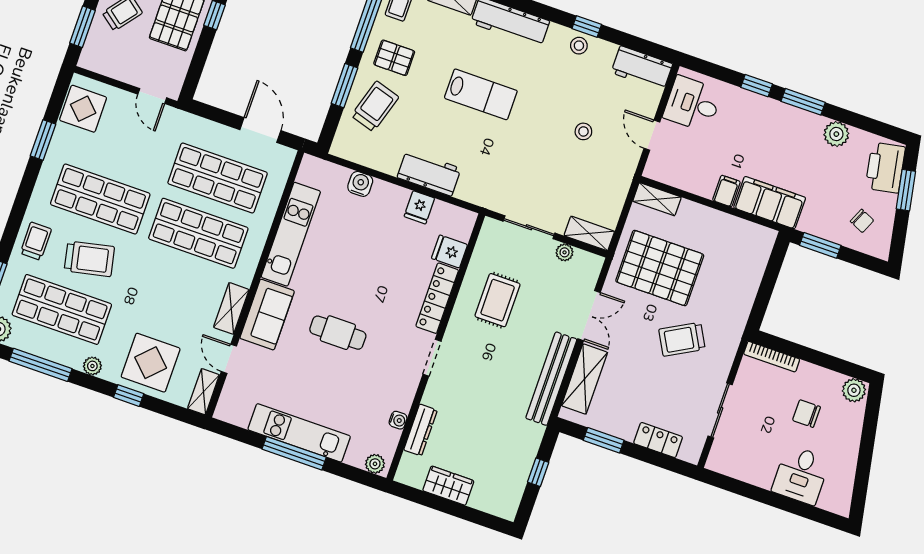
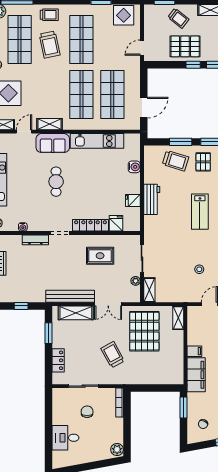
chair: (807, 414) -> (87, 412), moved
dresser: (420, 430) -> (35, 240), moved

